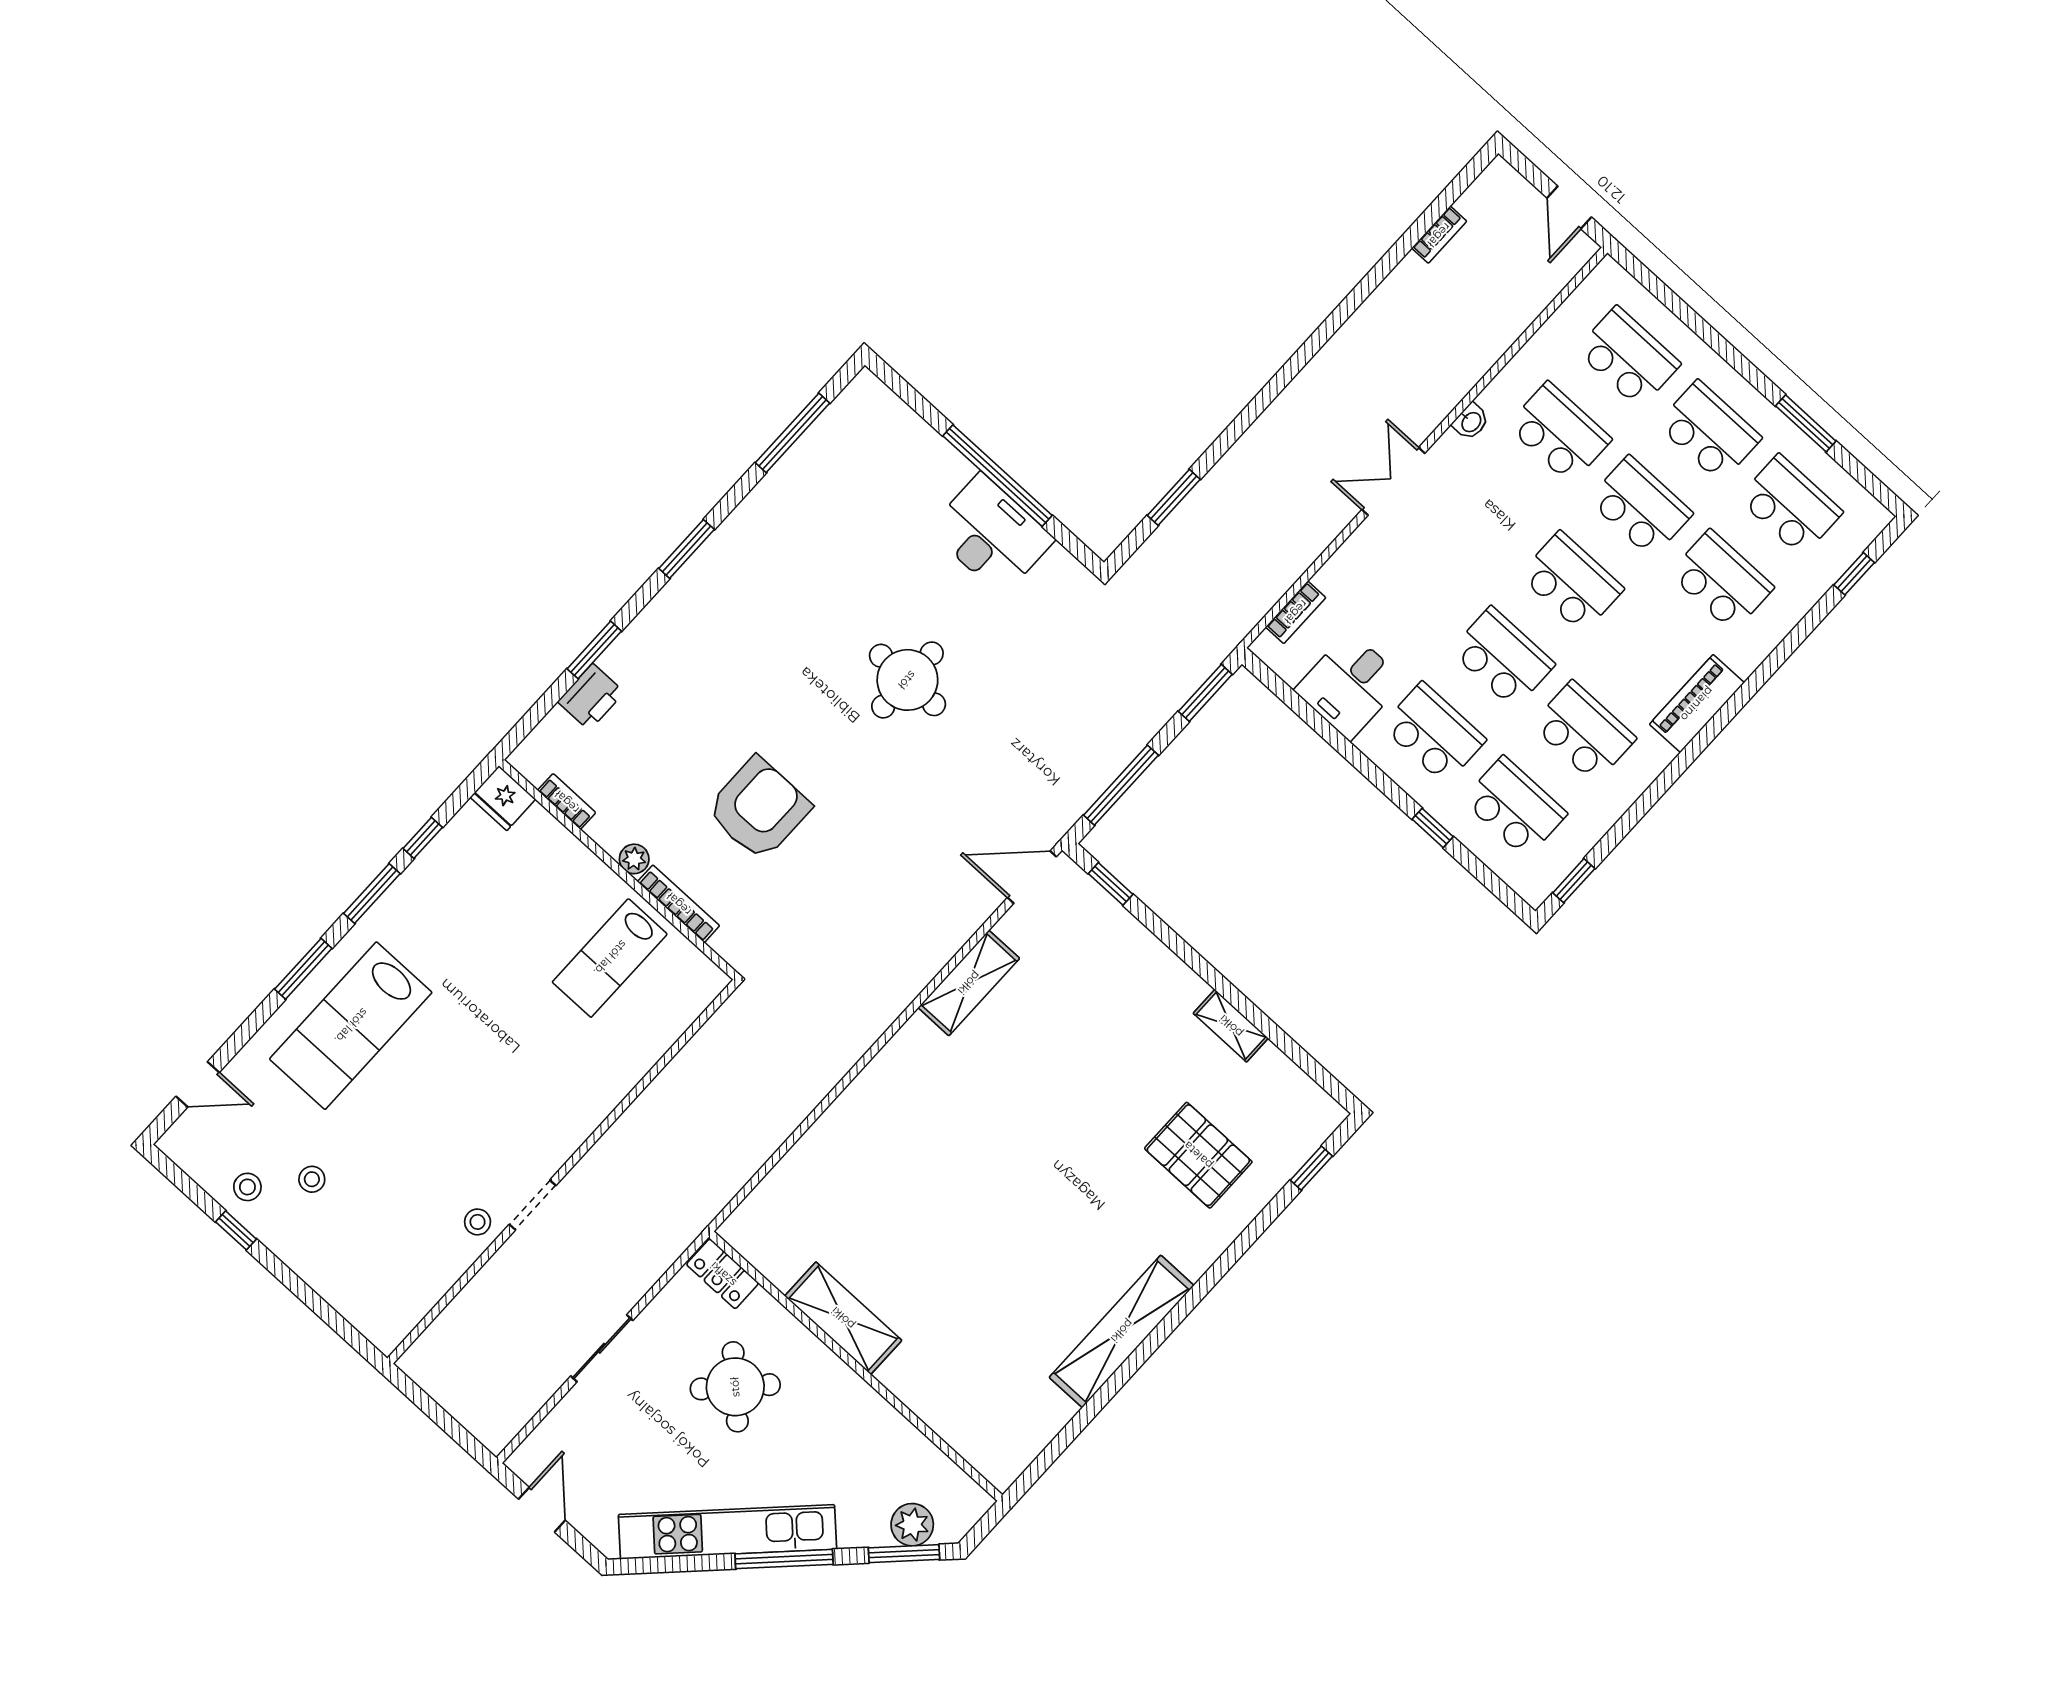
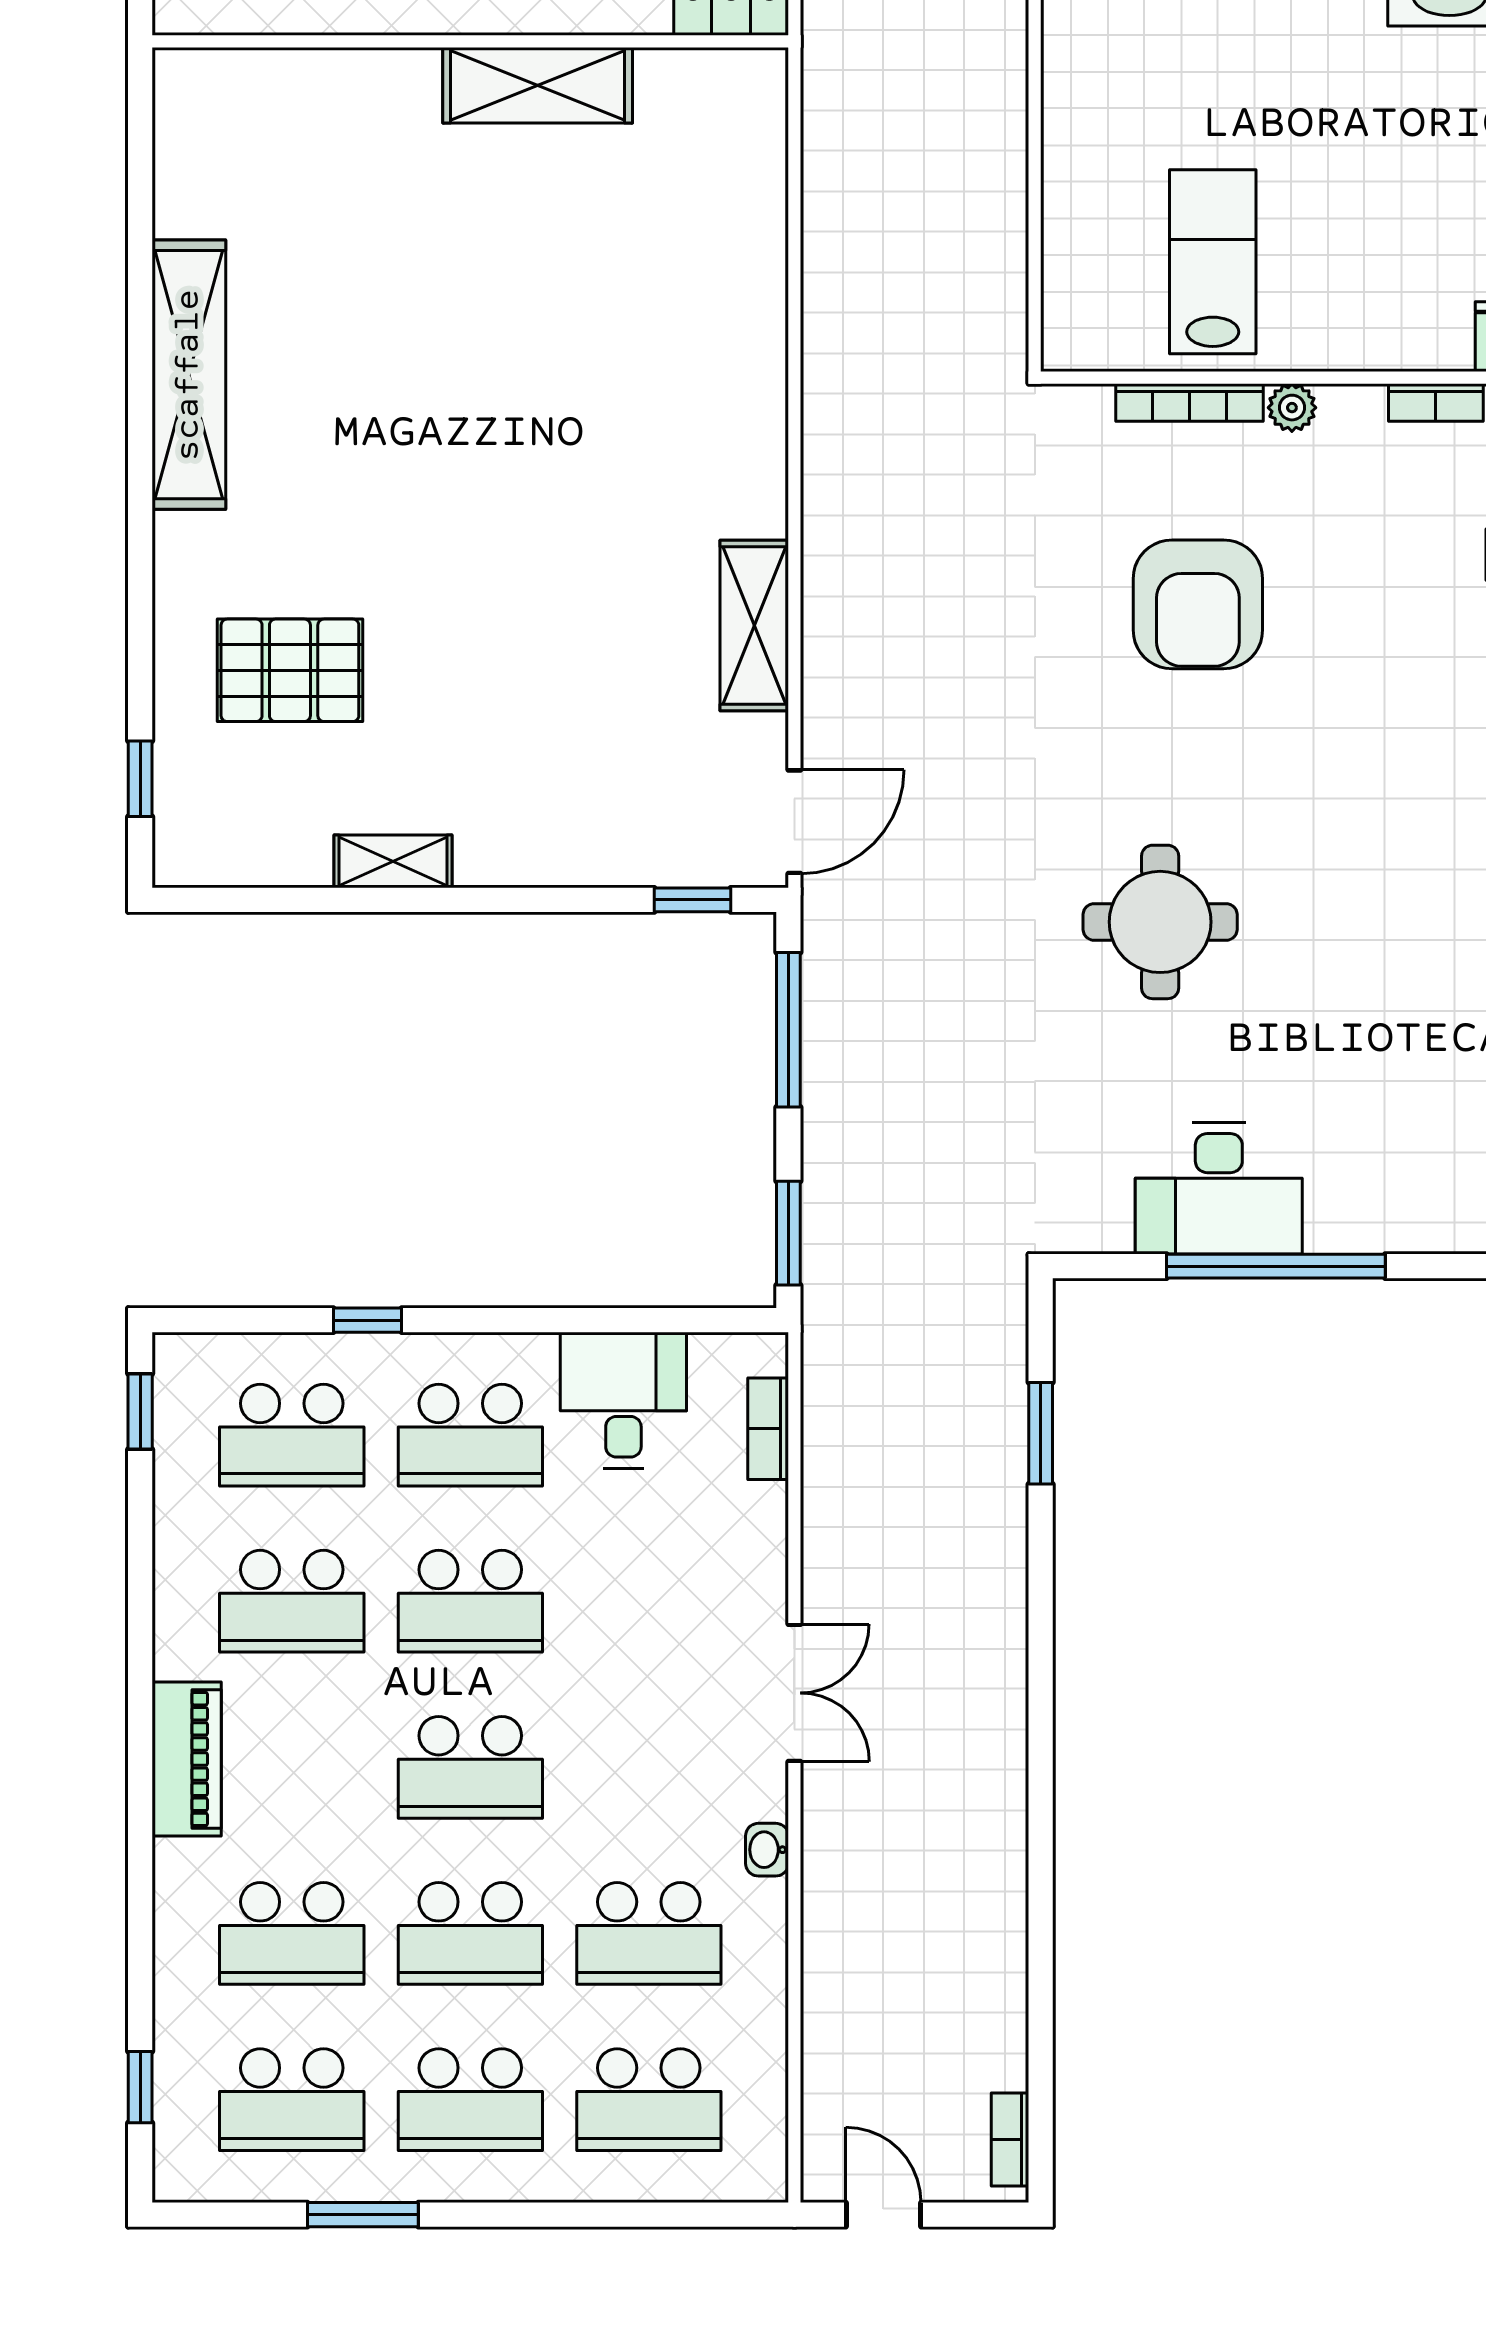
bookcase: (1439, 235) -> (1010, 2139), moved

